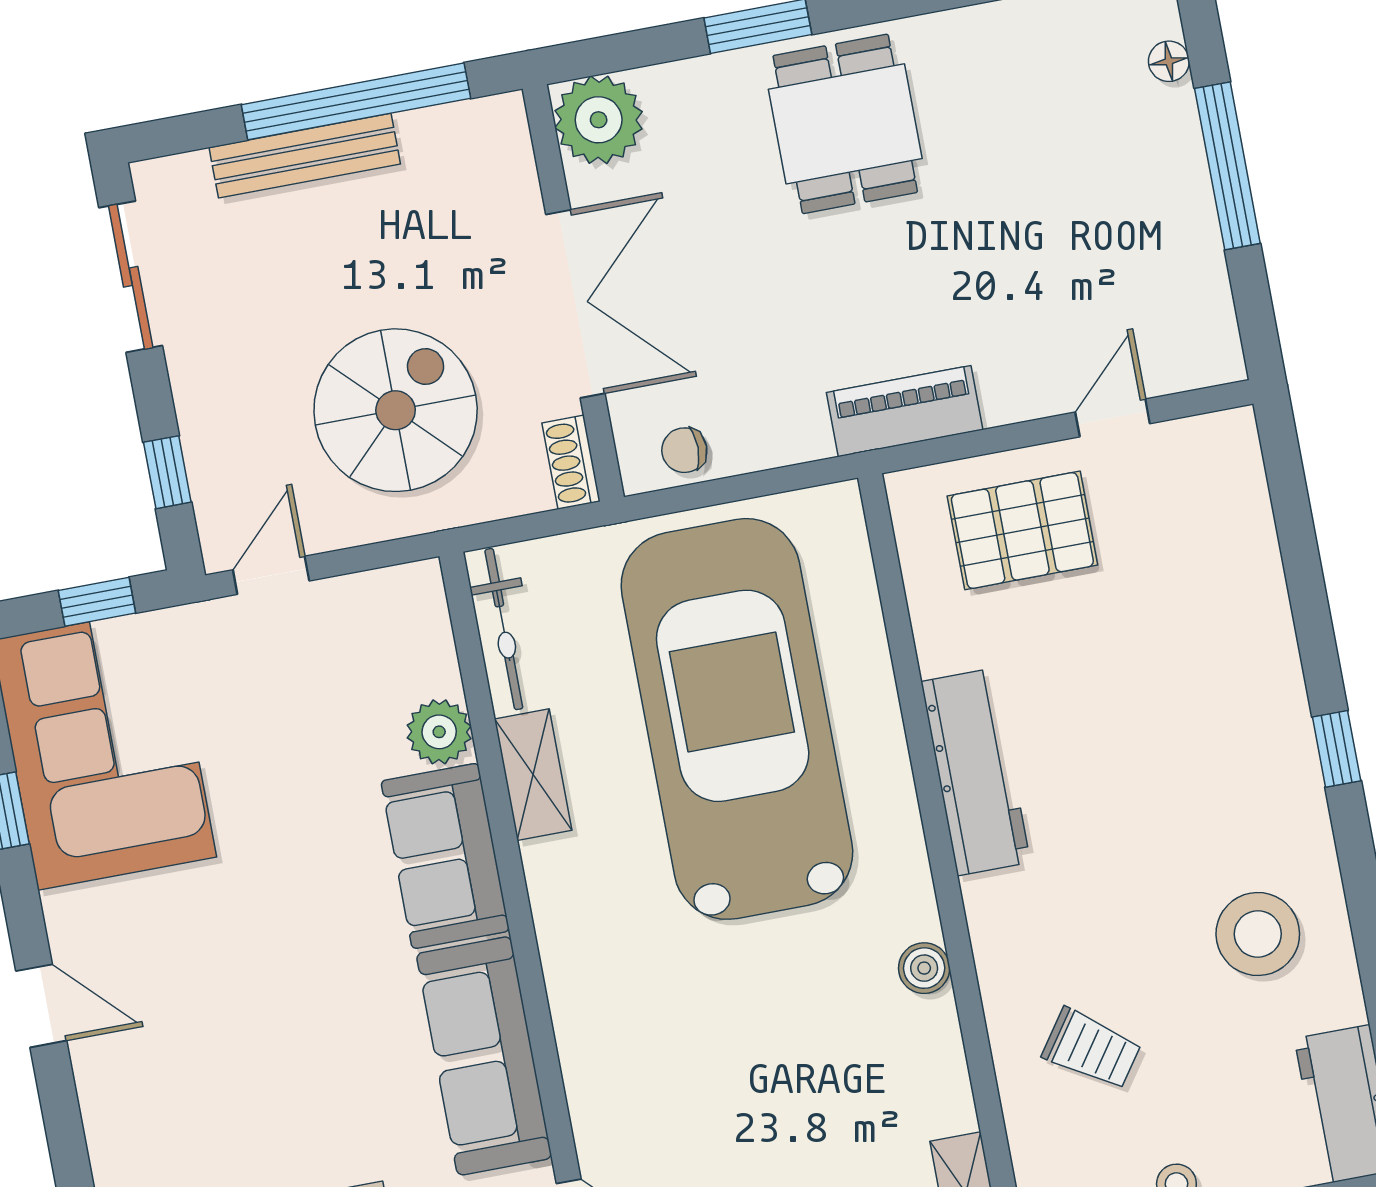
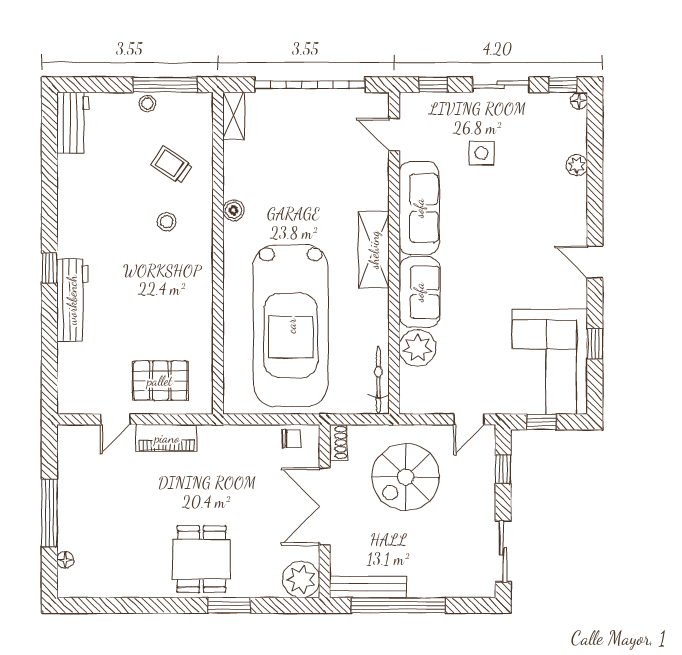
bench: (305, 156) -> (368, 587), moved
piano: (905, 411) -> (167, 438), moved
plant: (439, 732) -> (417, 348), width x1.36, depth x1.36
workbench: (976, 772) -> (72, 300), moved, turned 180
shelving: (533, 775) -> (374, 250), moved, width x1.50, depth x1.33
stool: (1258, 934) -> (167, 222), moved, width x0.53, depth x0.53

